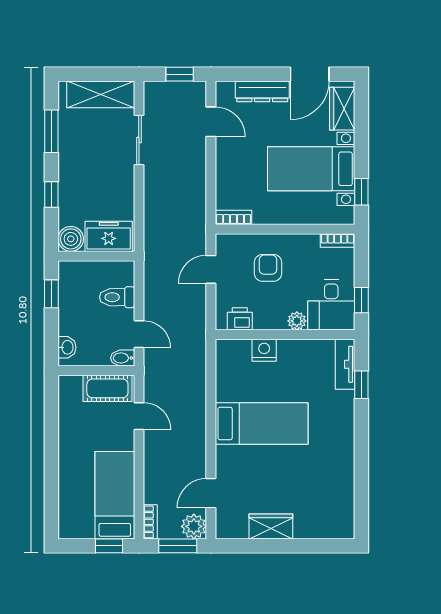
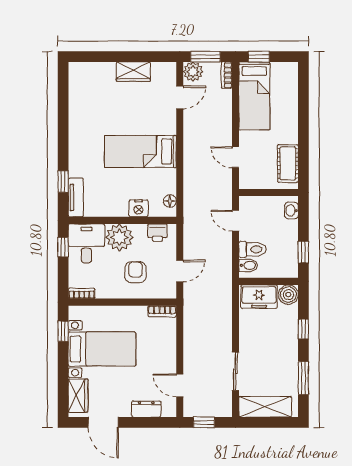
door: (310, 74) -> (103, 422), swing flipped
dresser: (262, 91) -> (146, 409), width x0.70
armchair: (268, 268) -> (135, 272), turned 180
plant: (297, 321) -> (119, 237), width x1.87, depth x1.87
bidet: (123, 358) -> (248, 265), moved
floor lamp: (224, 360) -> (170, 201), added
cot: (107, 388) -> (288, 164), moved, turned 90

